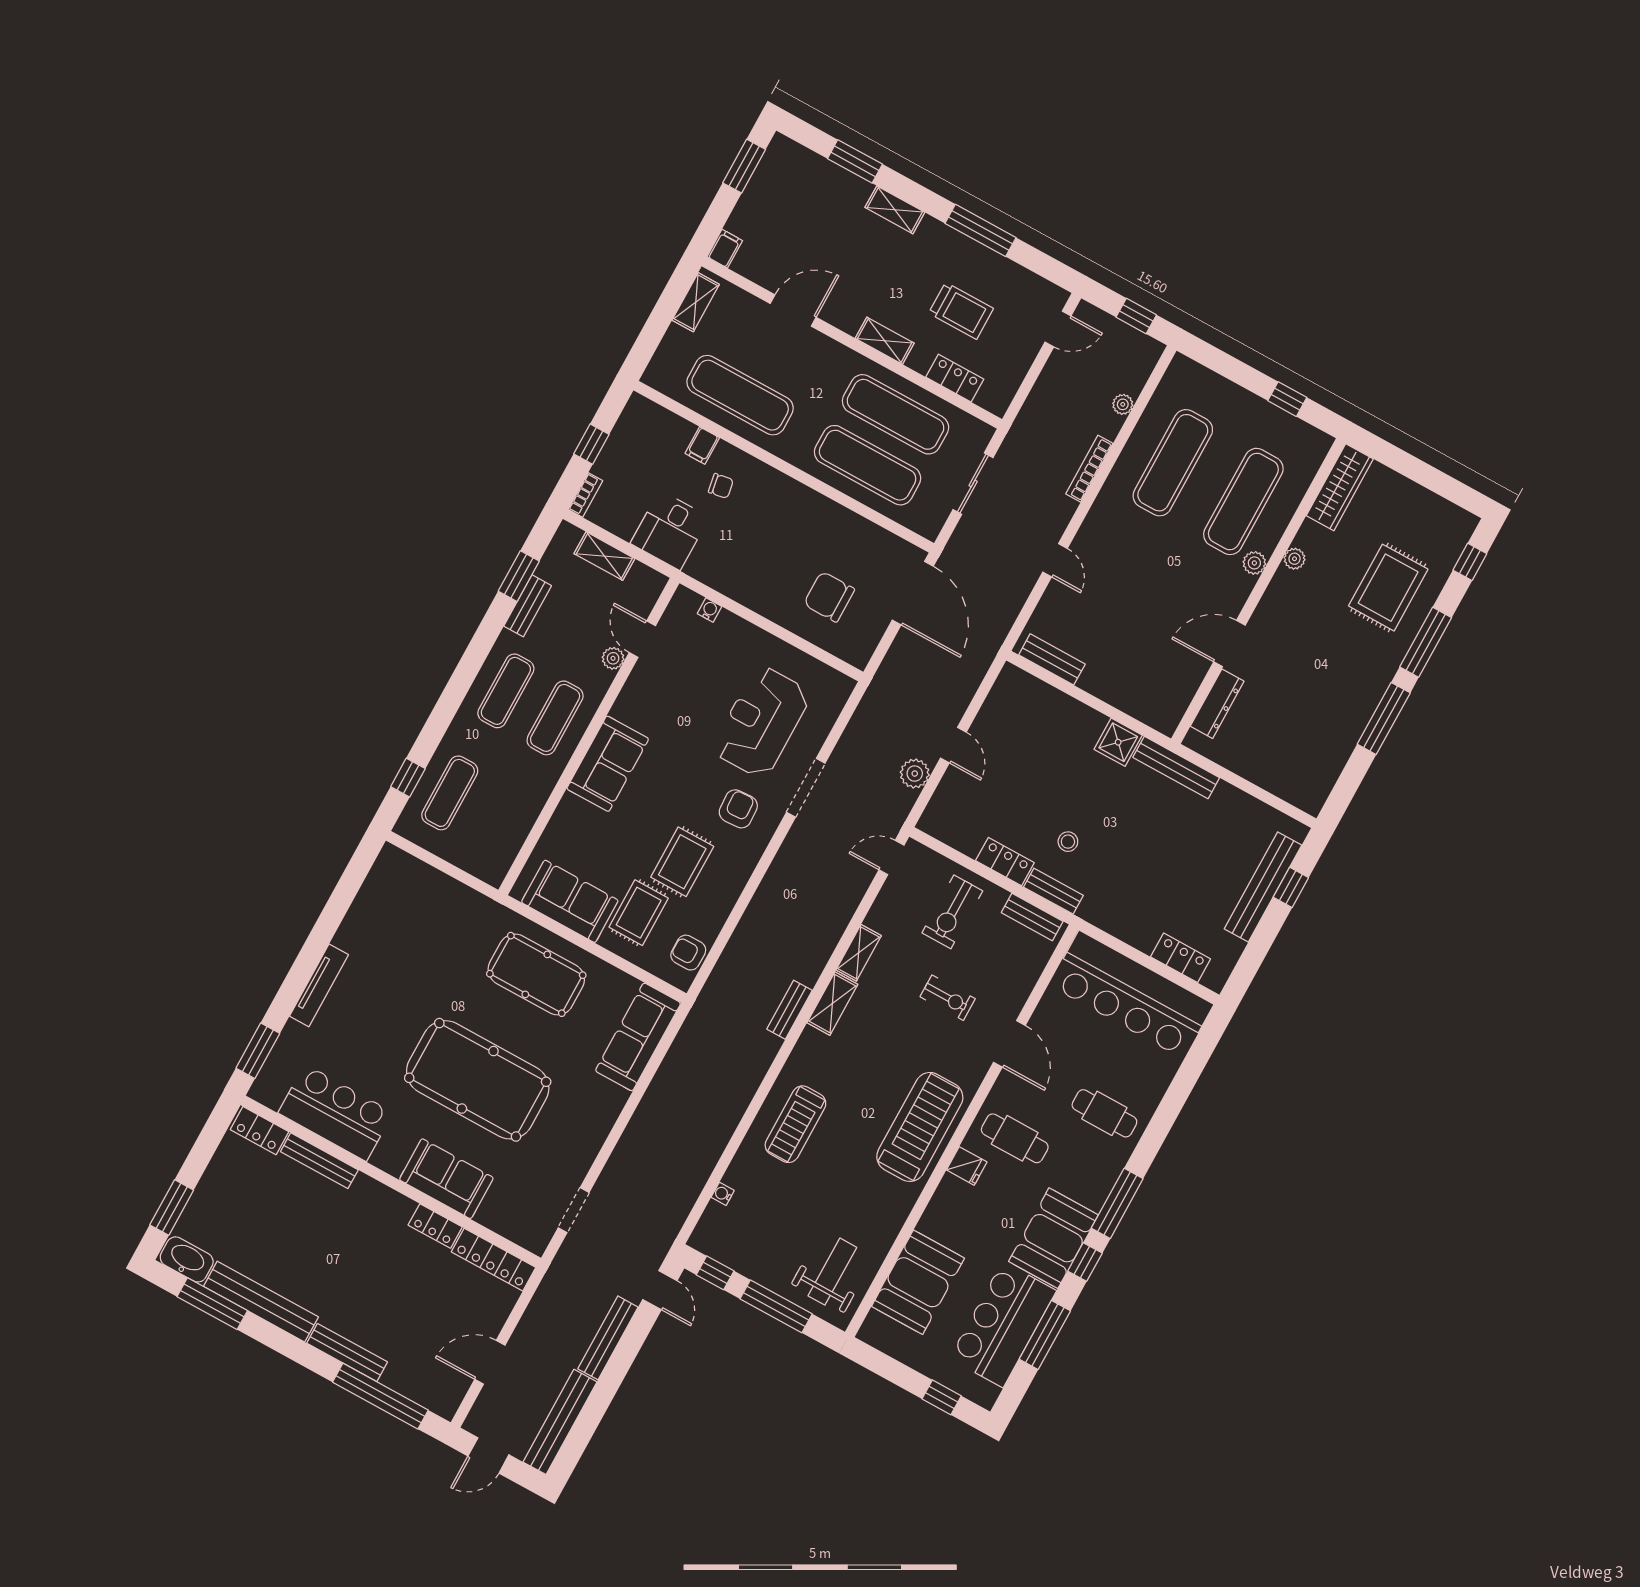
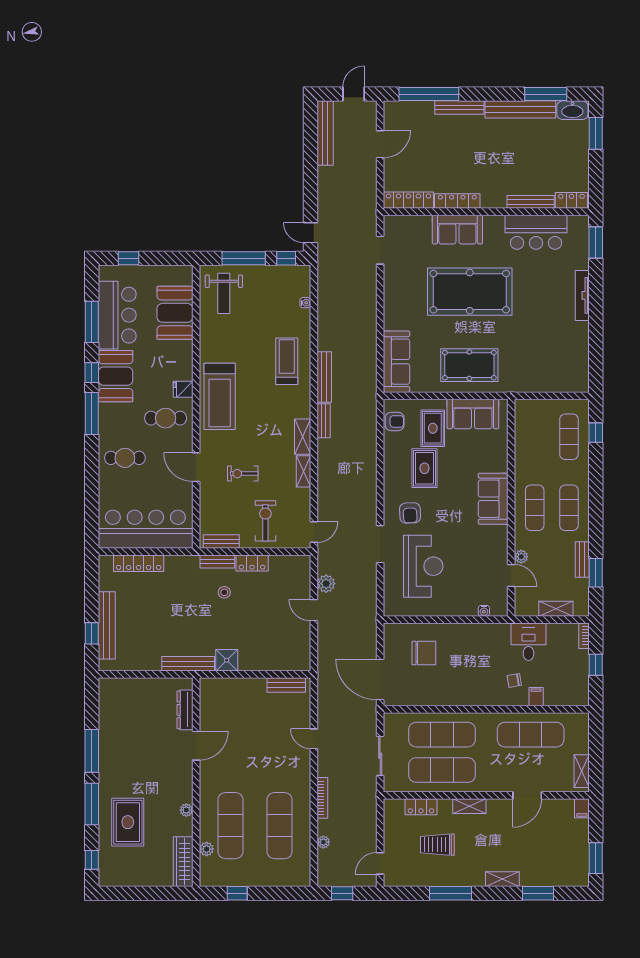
plant: (1254, 563) -> (207, 849), moved
locker: (1181, 958) -> (139, 563), width x1.53
locker: (435, 1226) -> (457, 201), width x1.53
bench: (608, 1338) -> (324, 377), moved

